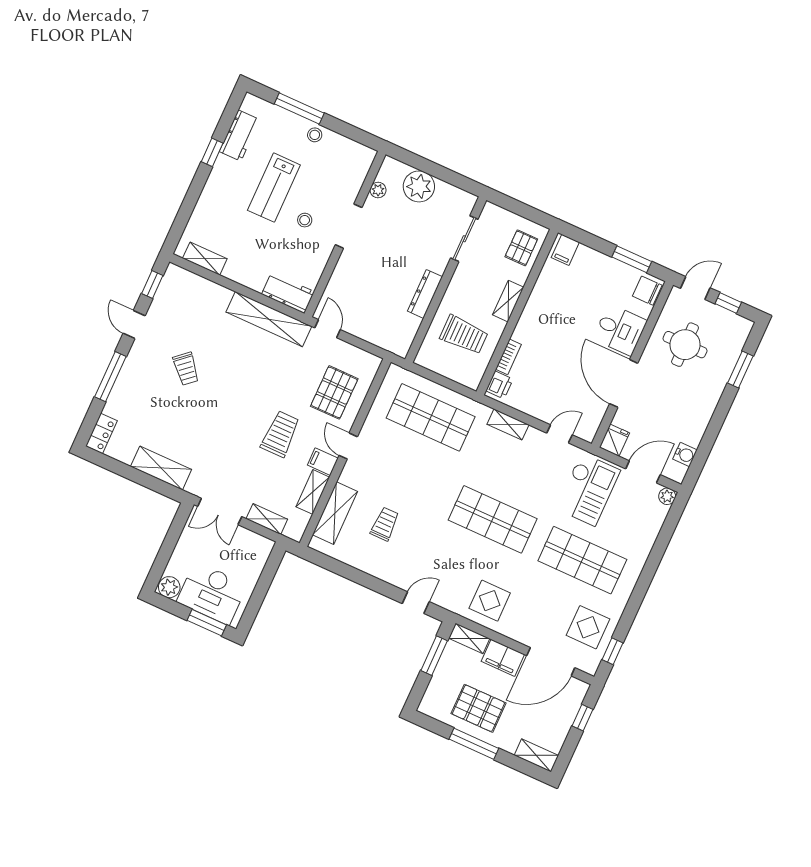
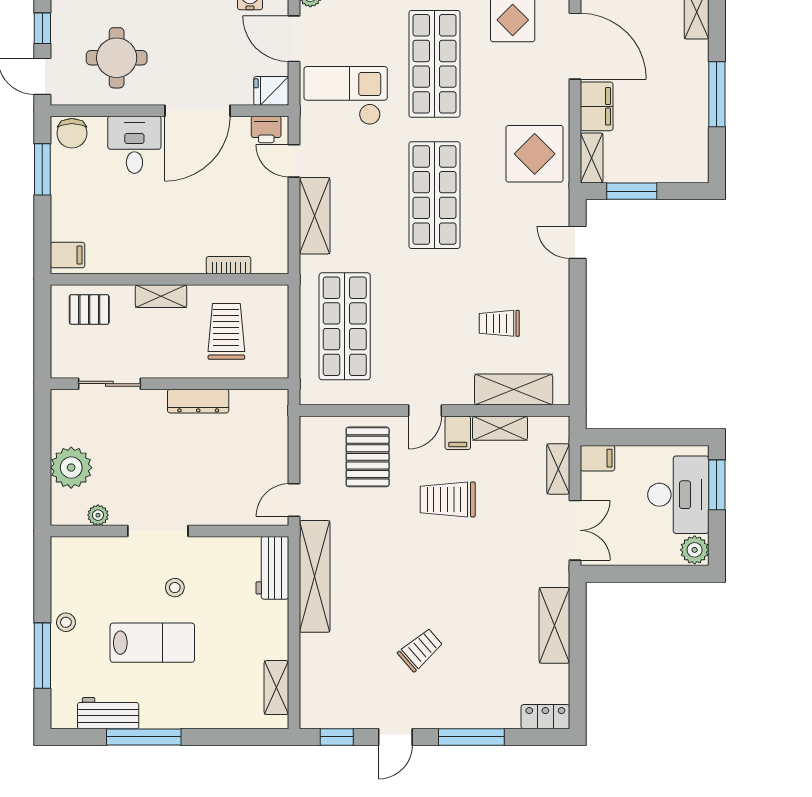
window: (212, 152) -> (144, 737), width x2.17
printer: (499, 385) -> (266, 130), moved, turned 180
pallet: (334, 392) -> (368, 457), turned 90
shelving: (508, 424) -> (315, 216), width x1.50, depth x1.33
filing cabinet: (262, 549) -> (597, 458), added
display table: (490, 601) -> (535, 154), width x1.36, depth x1.36
pallet: (478, 708) -> (671, 108), removed

